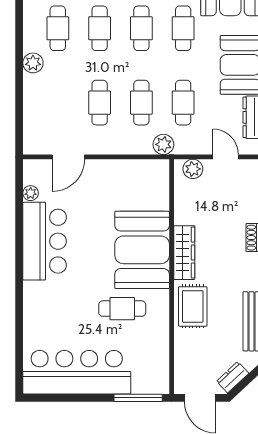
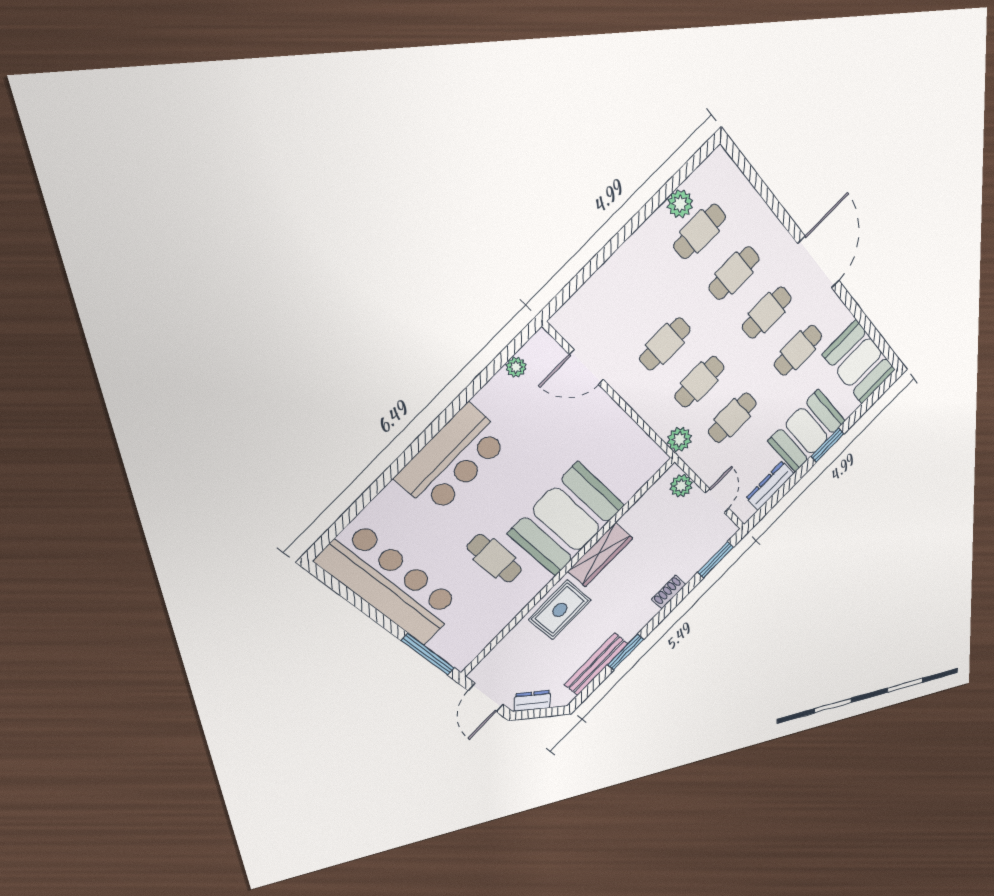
plant: (33, 63) -> (680, 204), moved
bar counter: (45, 241) -> (452, 459), moved

